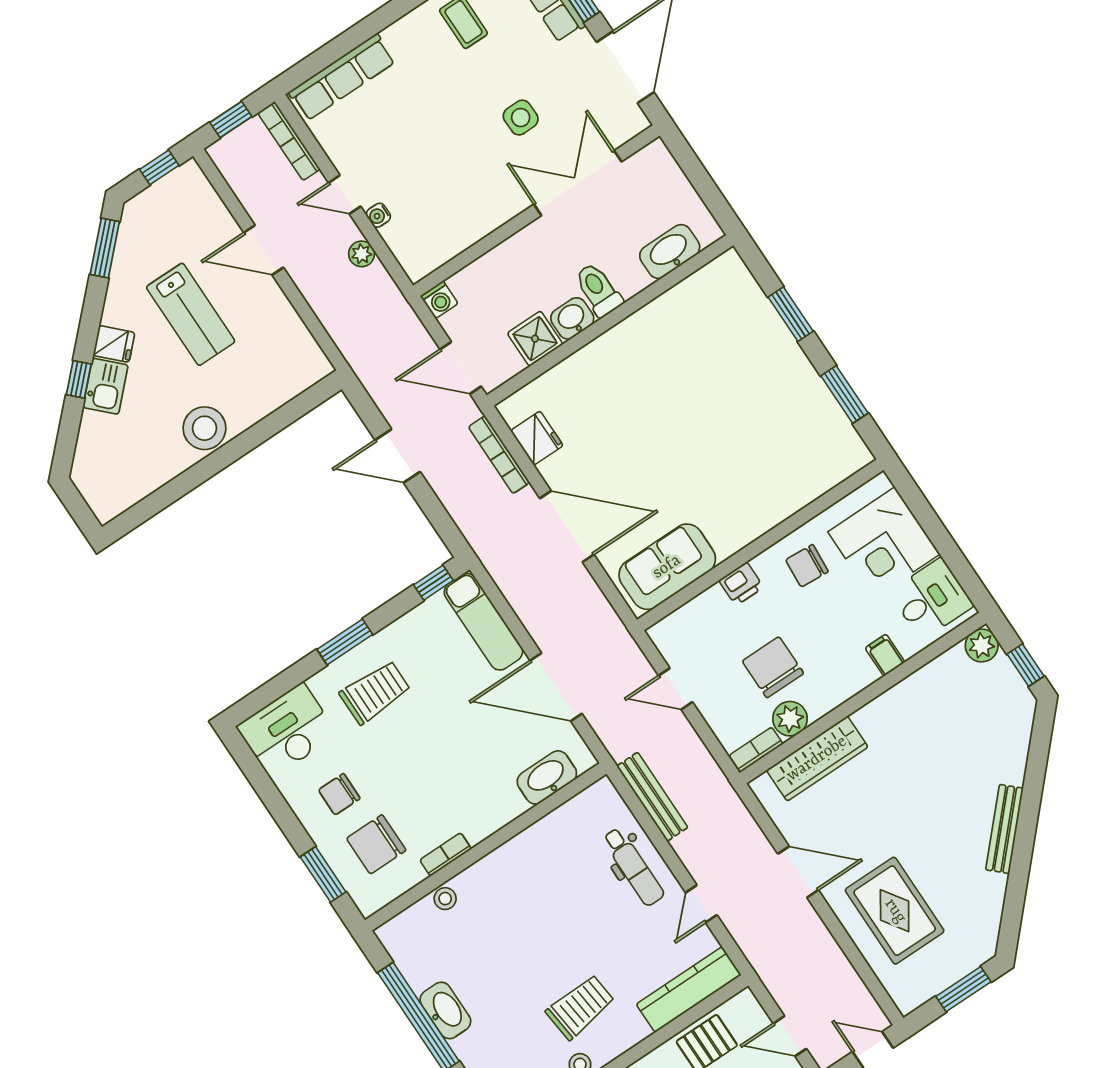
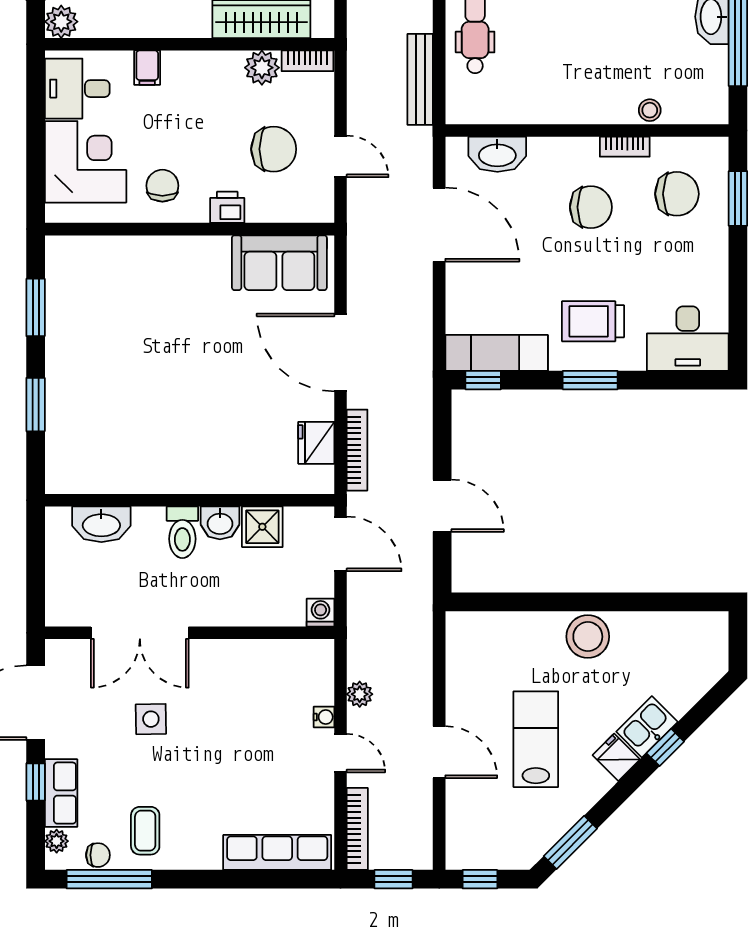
chair: (807, 566) -> (162, 186), turned -94
exam couch: (483, 622) -> (497, 353), moved, turned -90
chair: (773, 667) -> (274, 149), moved, turned -90
chair: (339, 794) -> (591, 207), moved, width x1.37, depth x1.37

